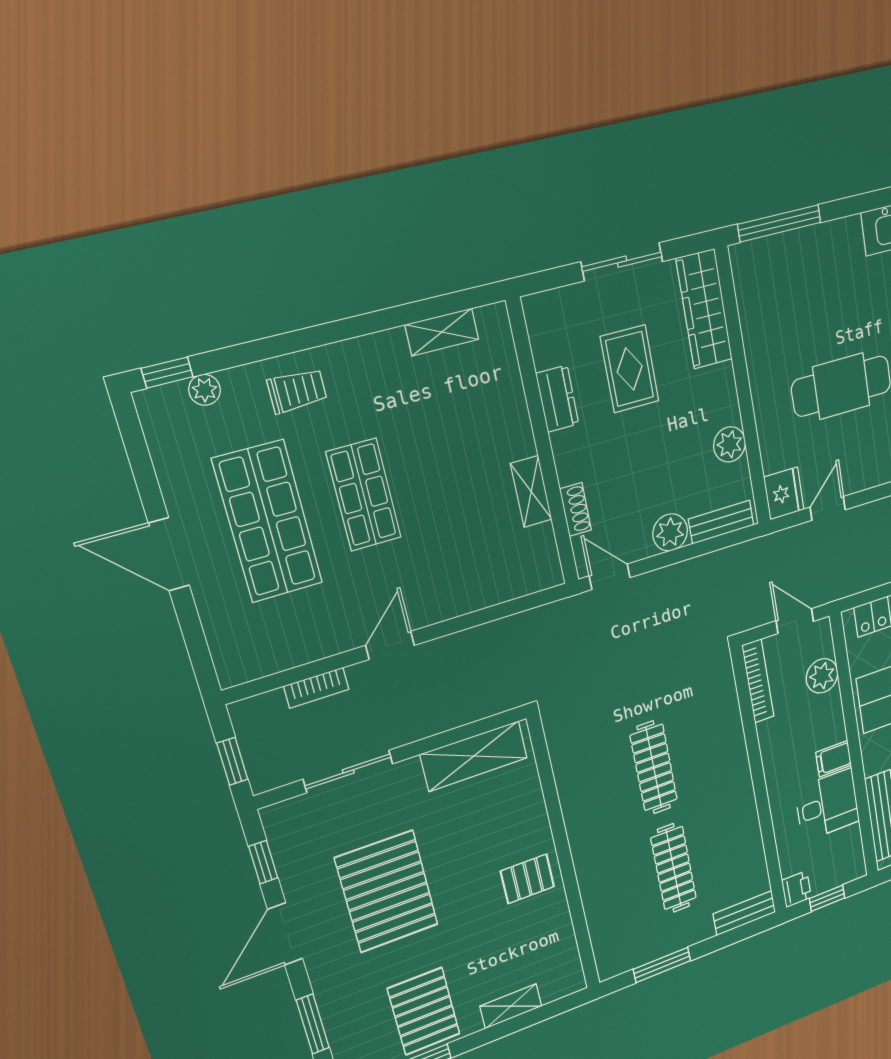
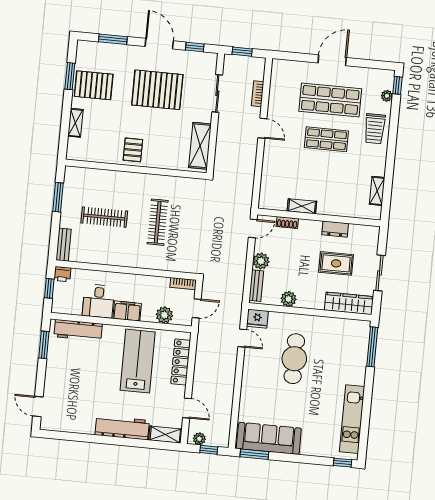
trolley: (297, 391) -> (375, 129), width x1.36, depth x1.39
bookcase: (758, 681) -> (183, 284), width x0.64
filing cabinet: (834, 759) -> (127, 311), width x2.00
clothes rail: (654, 768) -> (158, 222), turned 90

